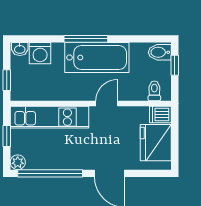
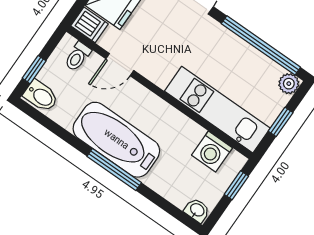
washing machine: (40, 53) -> (212, 152), moved, turned 180
door: (107, 103) -> (120, 65), moved

